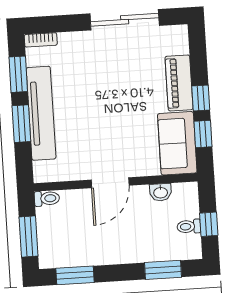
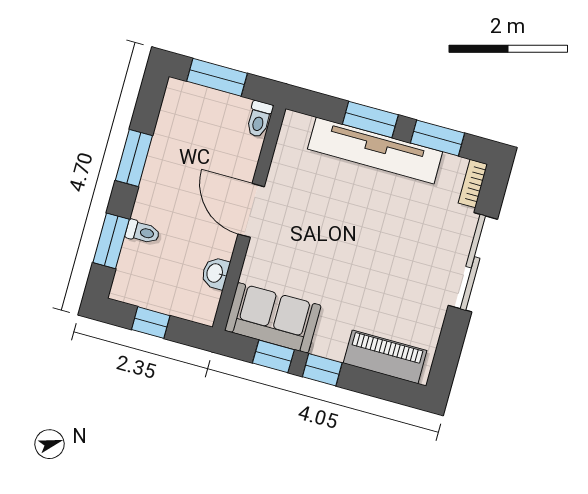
sliding door: (125, 20) -> (473, 262), moved
piano: (179, 83) -> (385, 357), moved
toilet: (189, 226) -> (143, 232), moved, turned 90
window: (75, 275) -> (134, 158), moved

